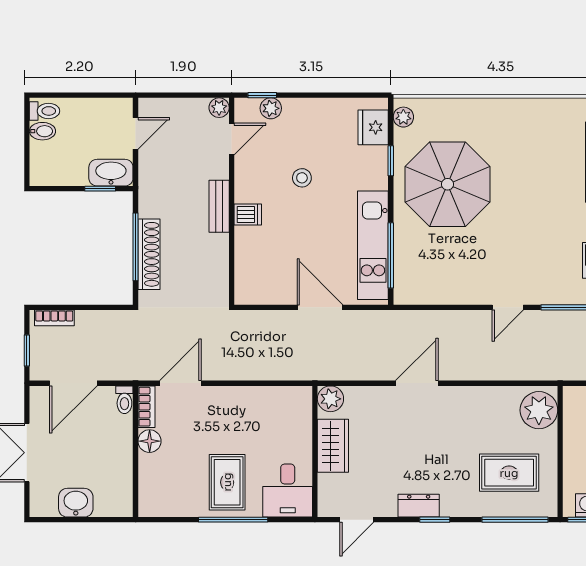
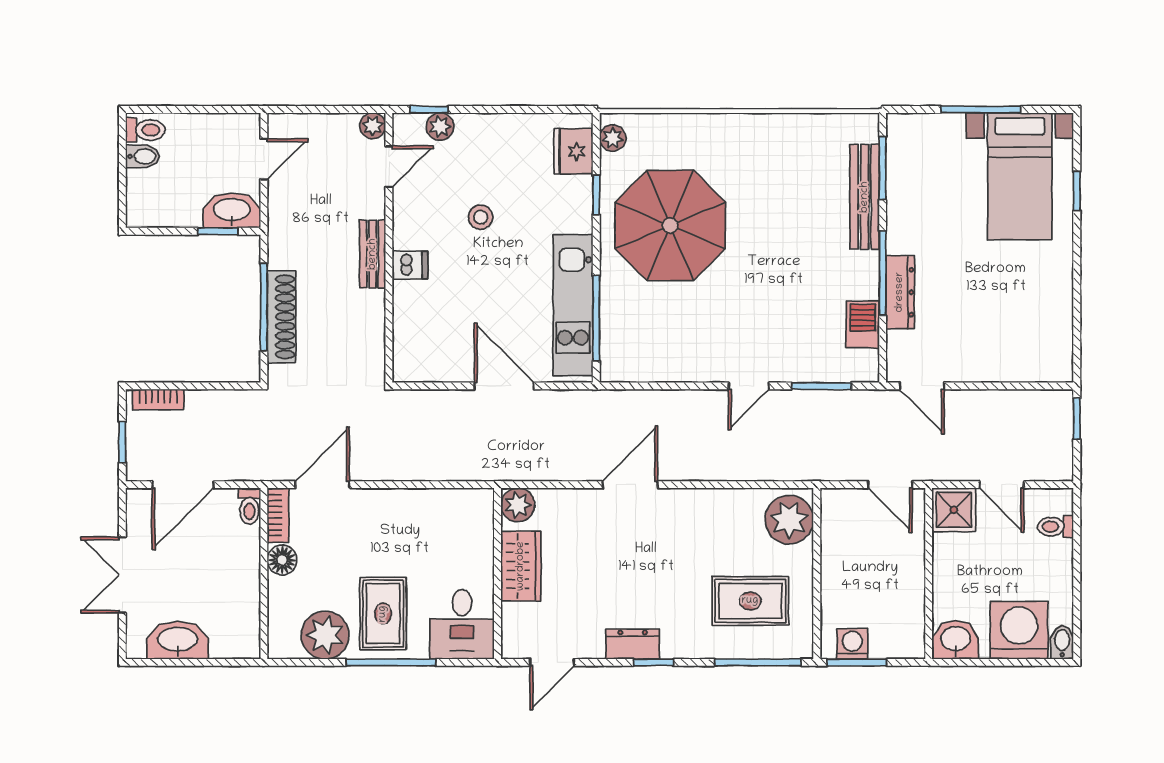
plant: (183, 499) -> (325, 635), added
washbasin: (76, 503) -> (177, 640), width x1.38

